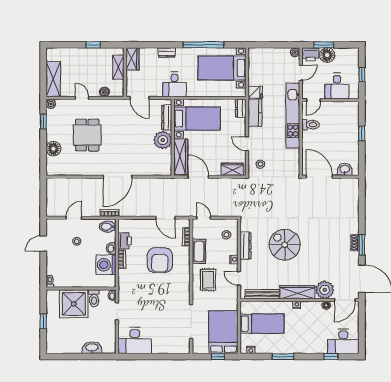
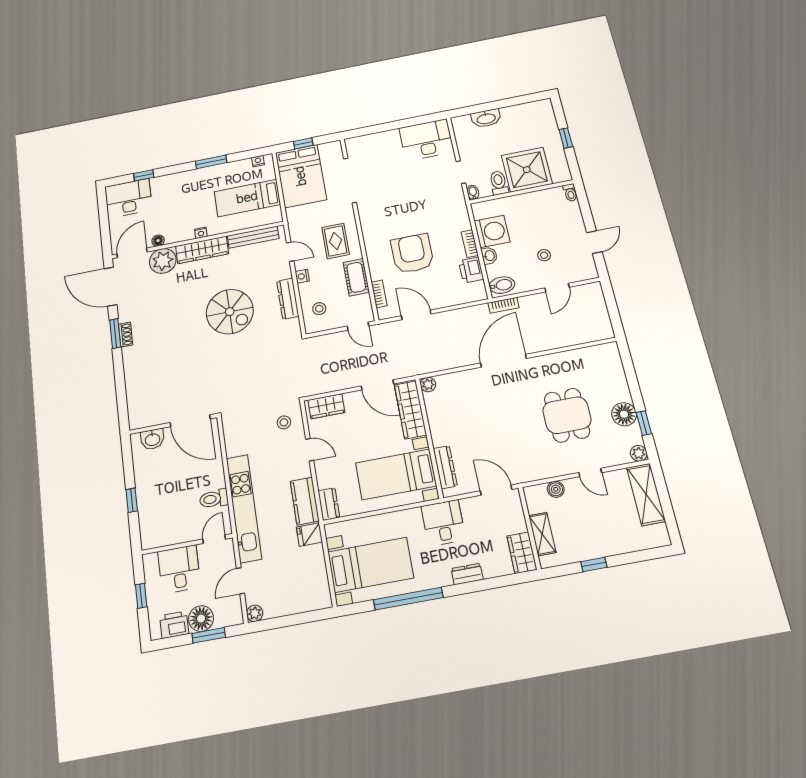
printer: (311, 54) -> (174, 625), moved
plant: (163, 140) -> (428, 384), moved, width x0.53, depth x0.53
floor lamp: (53, 149) -> (624, 414), moved

